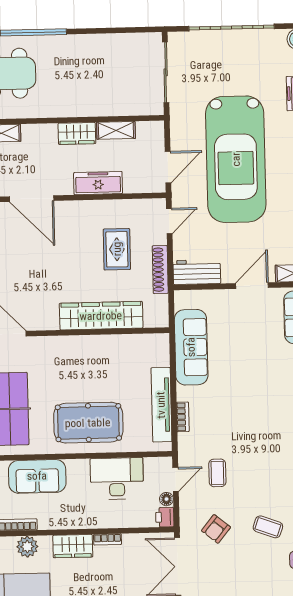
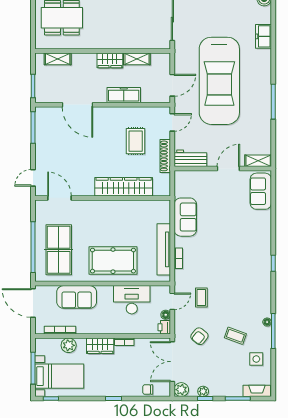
sofa: (191, 347) -> (185, 217), width x0.73

